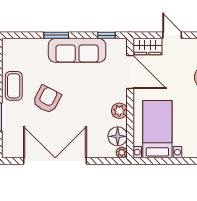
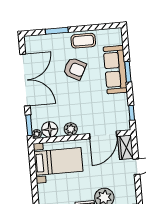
sofa: (77, 50) -> (115, 70), moved
window: (110, 161) -> (29, 125), added

